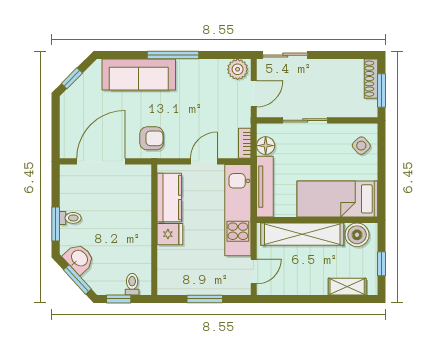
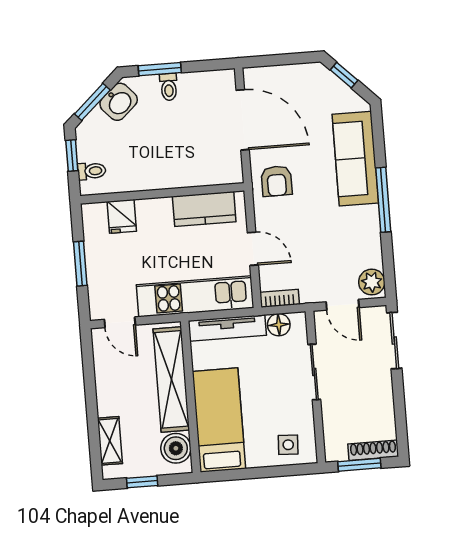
side table: (361, 146) -> (288, 445), turned 45
fridge: (170, 234) -> (122, 216), moved

